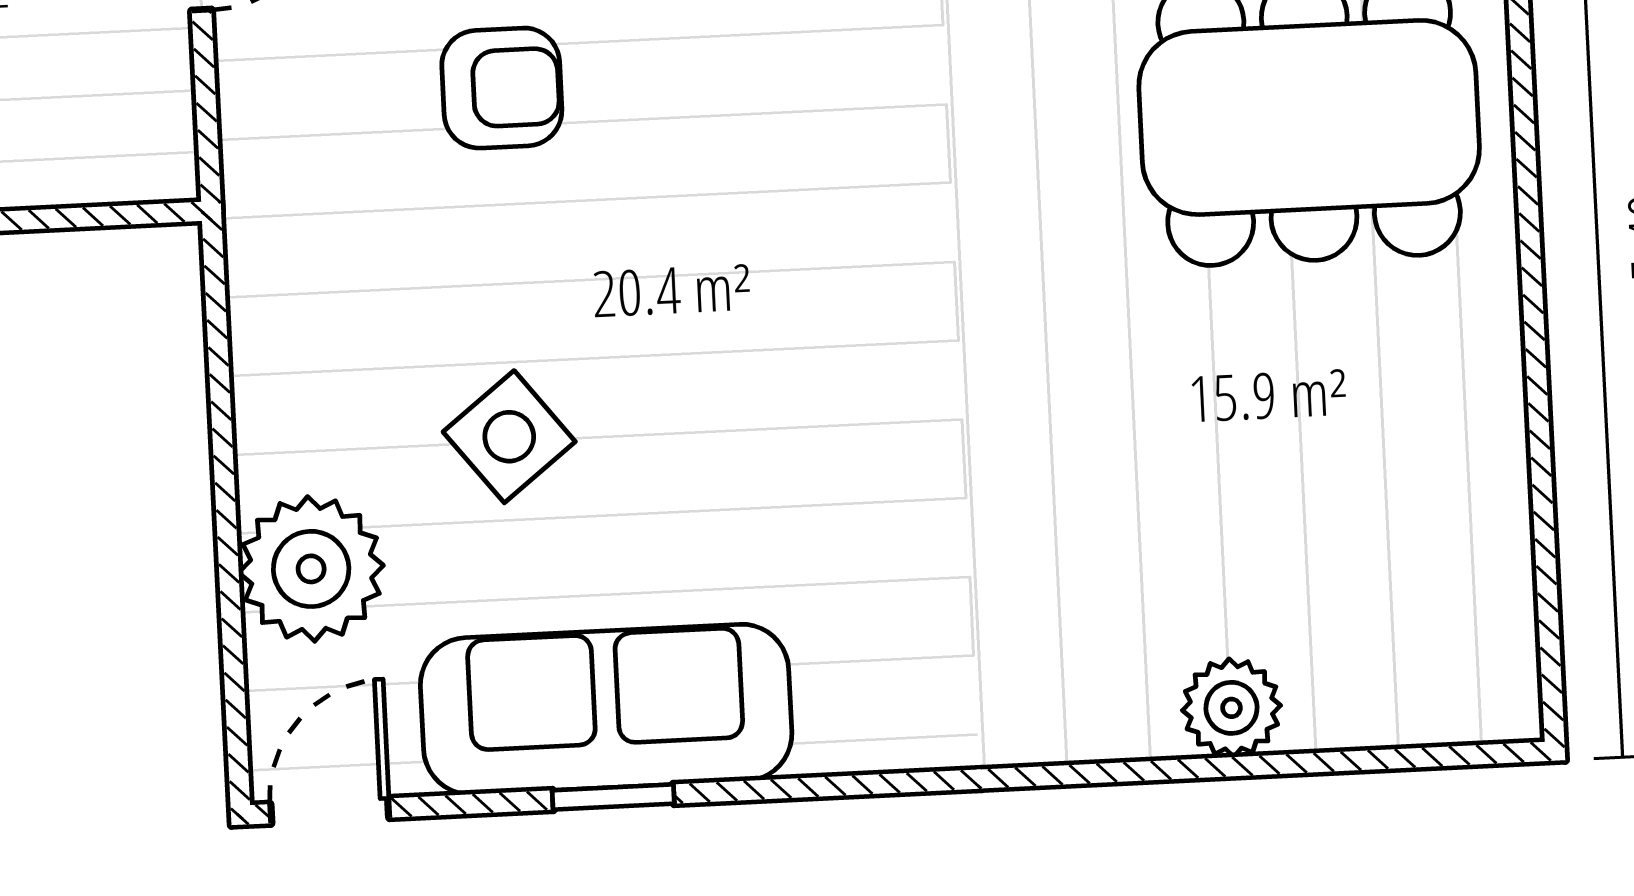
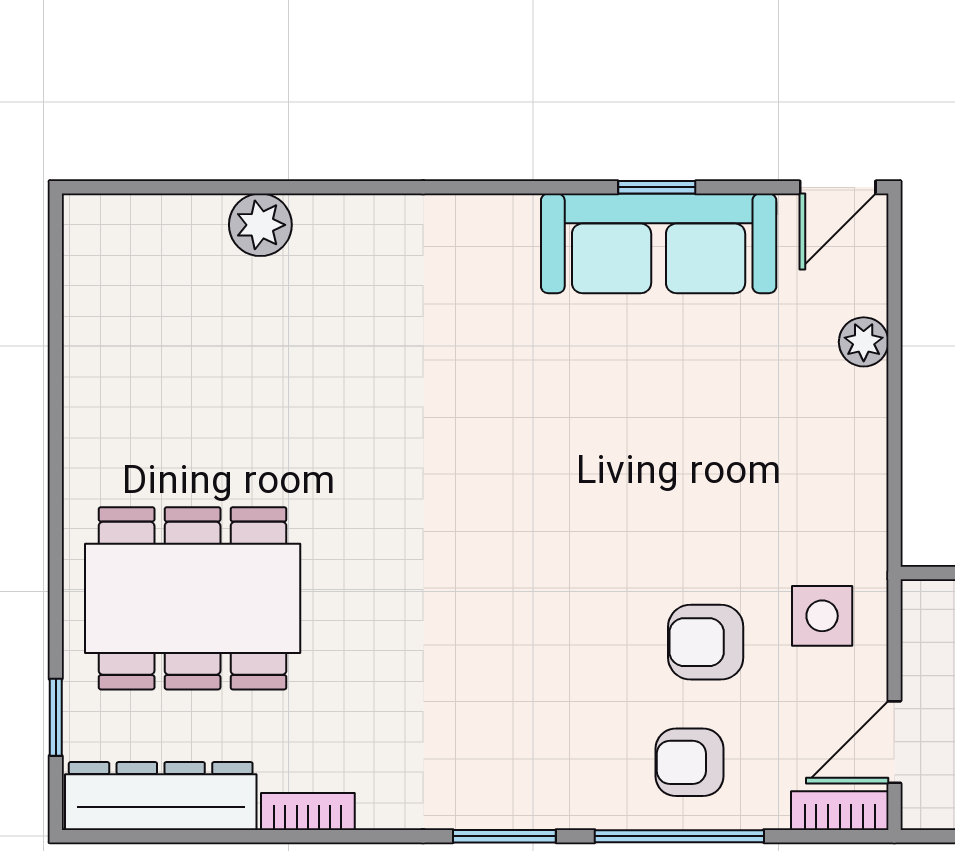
side table: (509, 437) -> (822, 616), moved, turned 38
plant: (311, 569) -> (864, 342), width x0.53, depth x0.53

